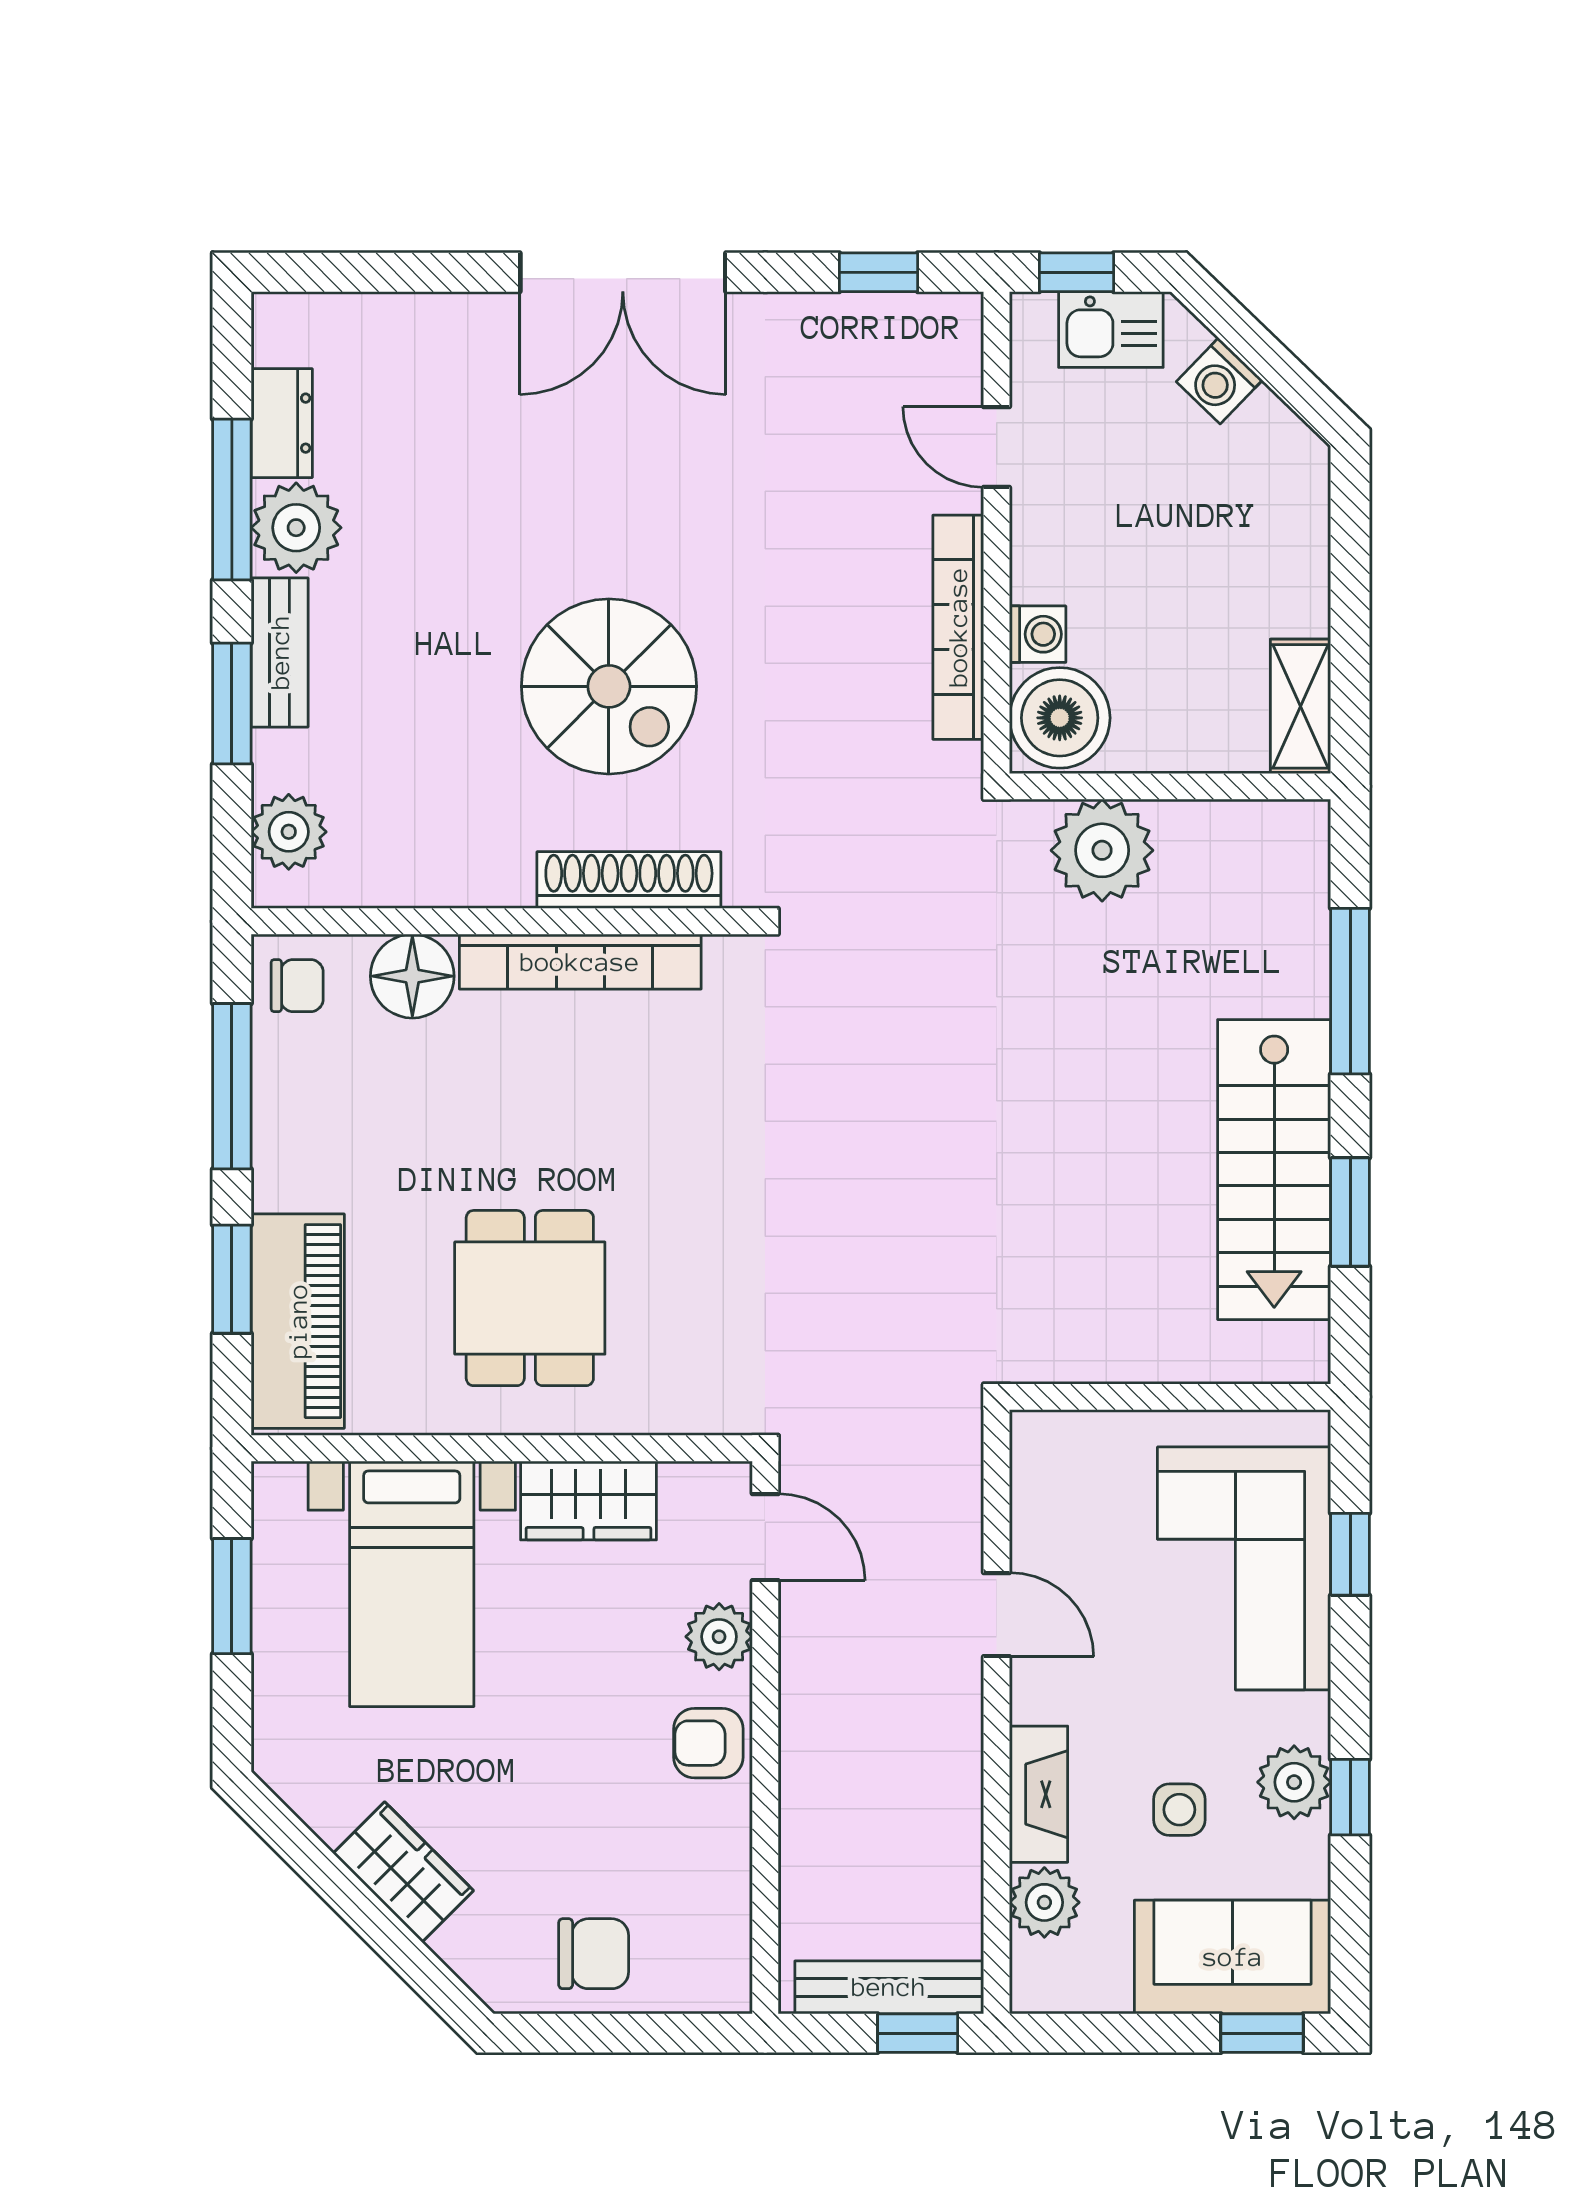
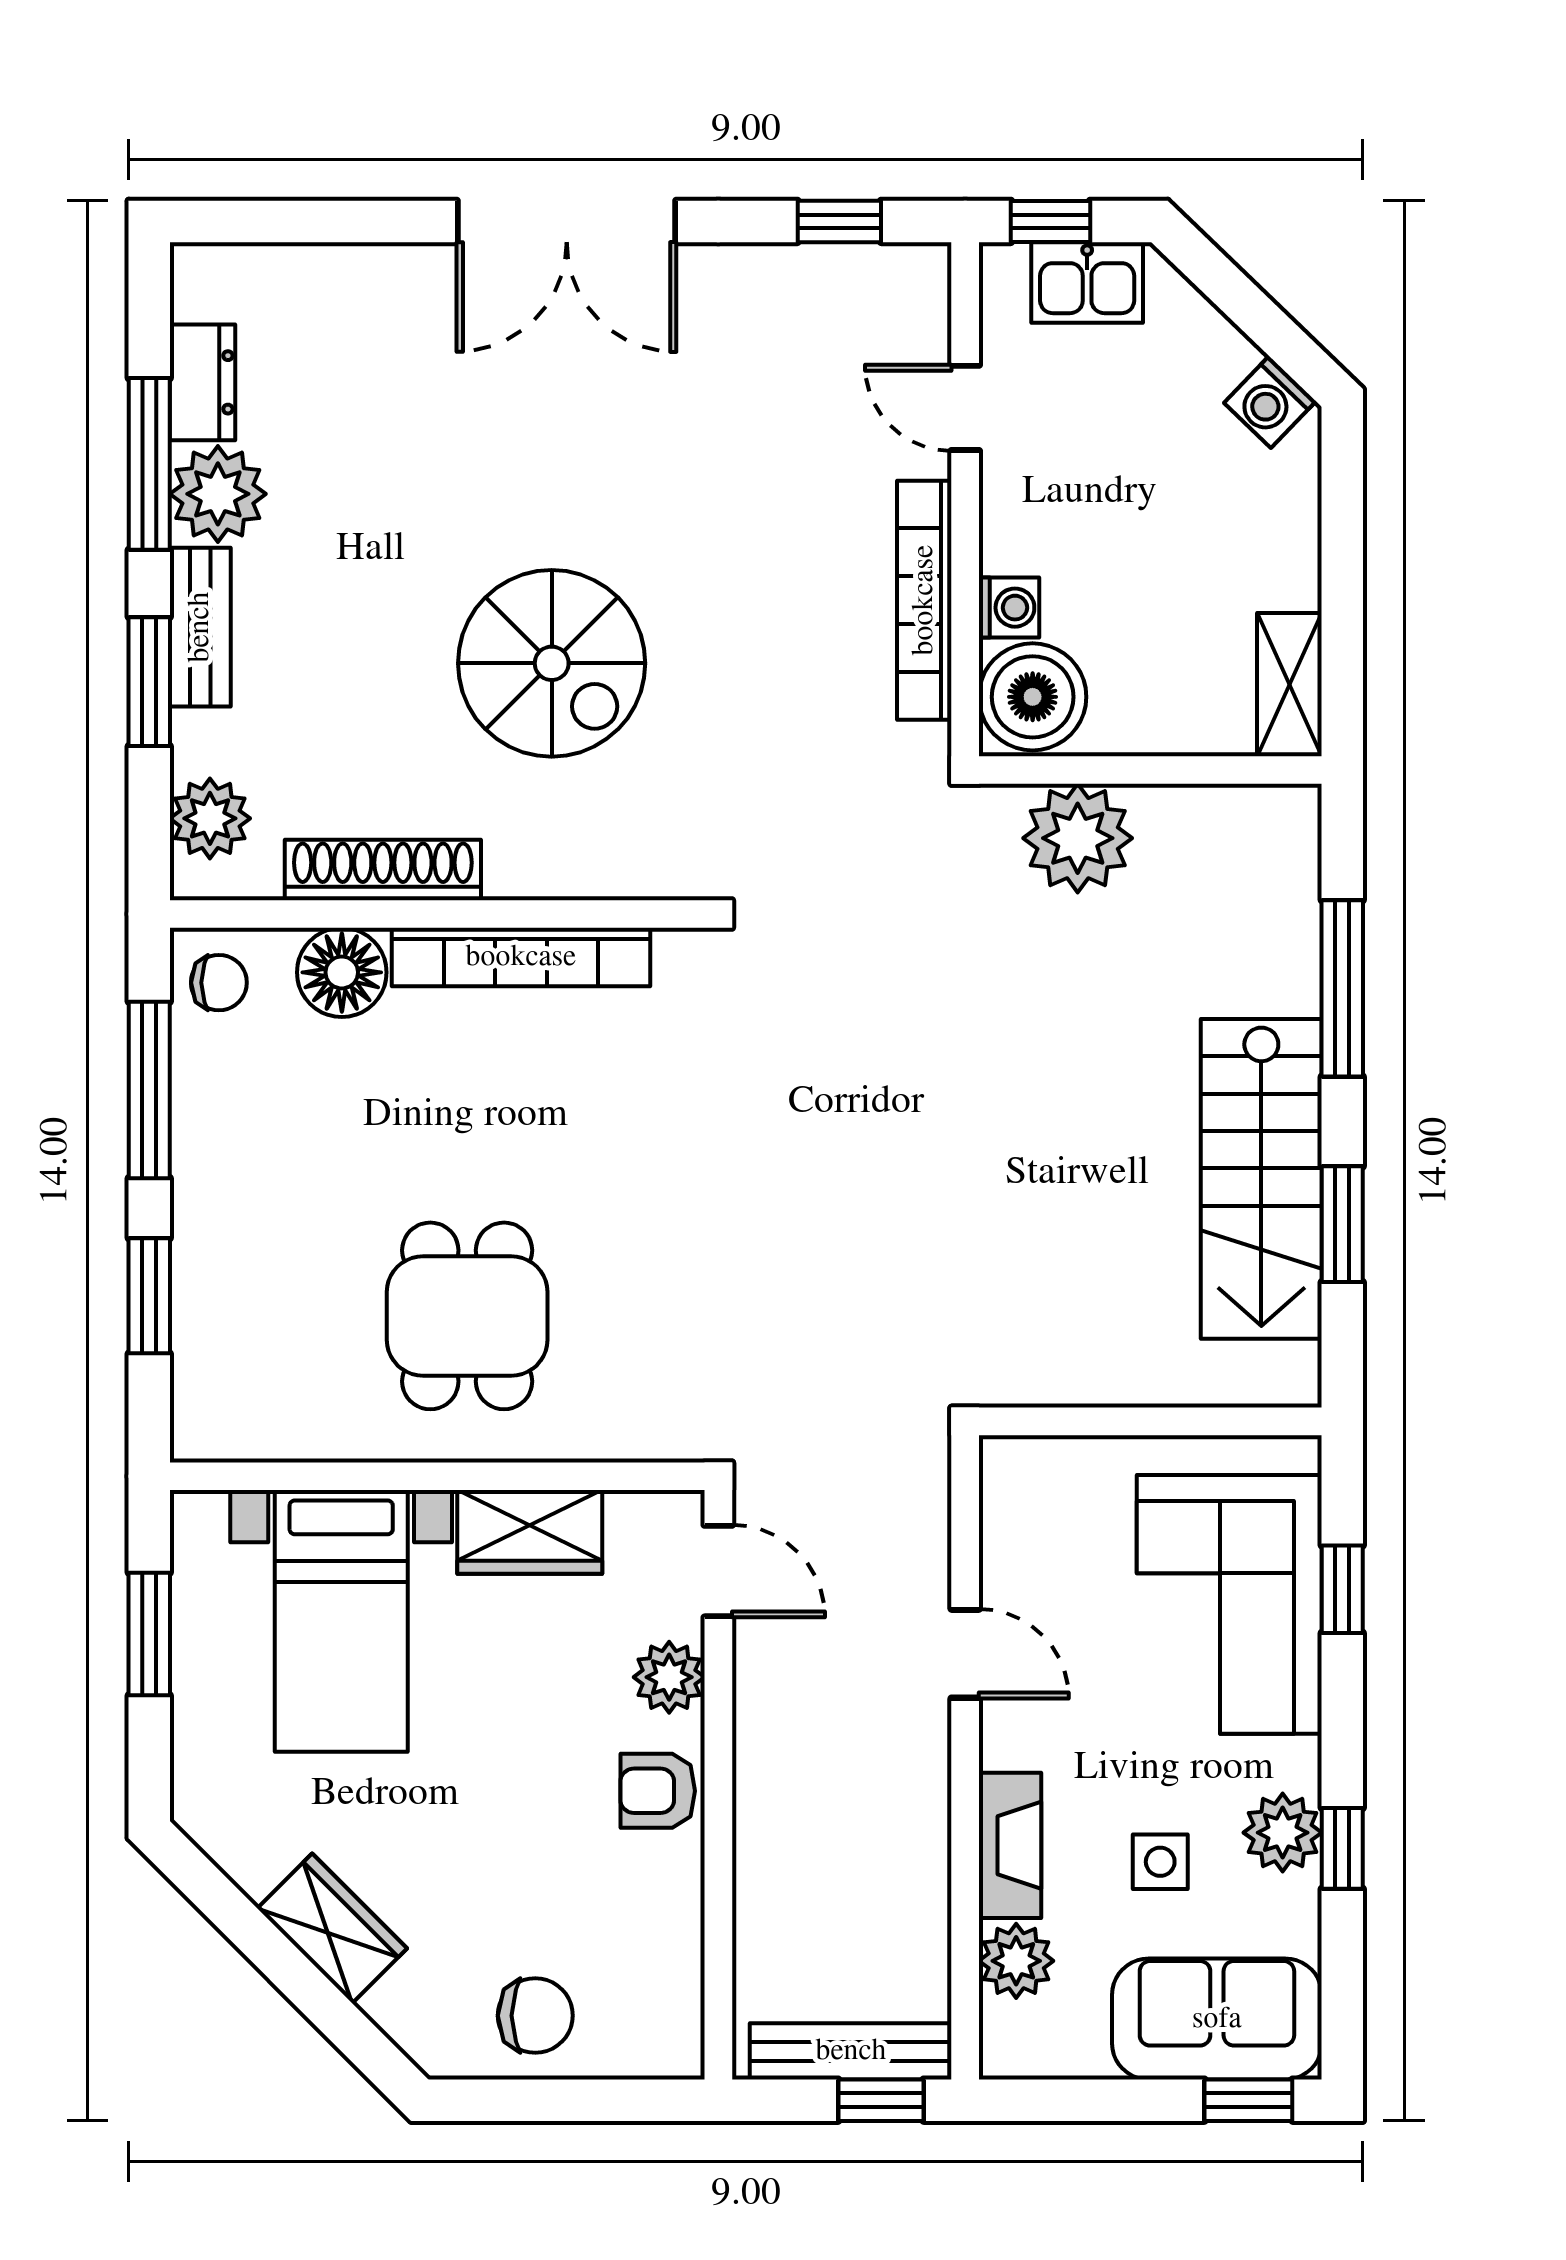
washing machine: (1219, 381) -> (1270, 402), moved
shoe rack: (629, 880) -> (383, 870), moved
piano: (298, 1321) -> (219, 1341), removed

